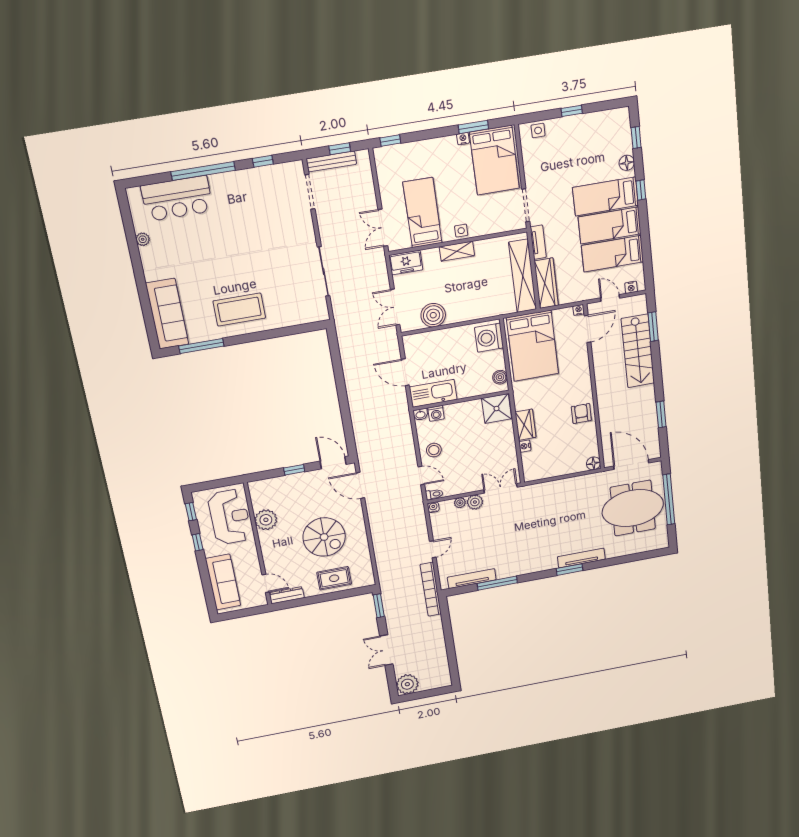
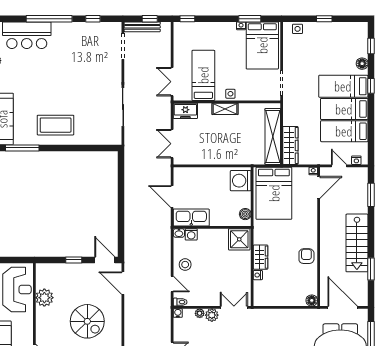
tv unit: (538, 242) -> (288, 112), removed
boiler: (433, 315) -> (200, 155), removed
stairs: (638, 351) -> (357, 243), moved

